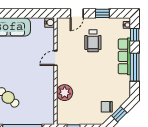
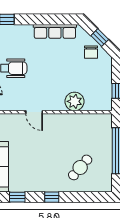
row of seats: (124, 56) -> (55, 31), moved
window: (135, 67) -> (45, 19), removed

